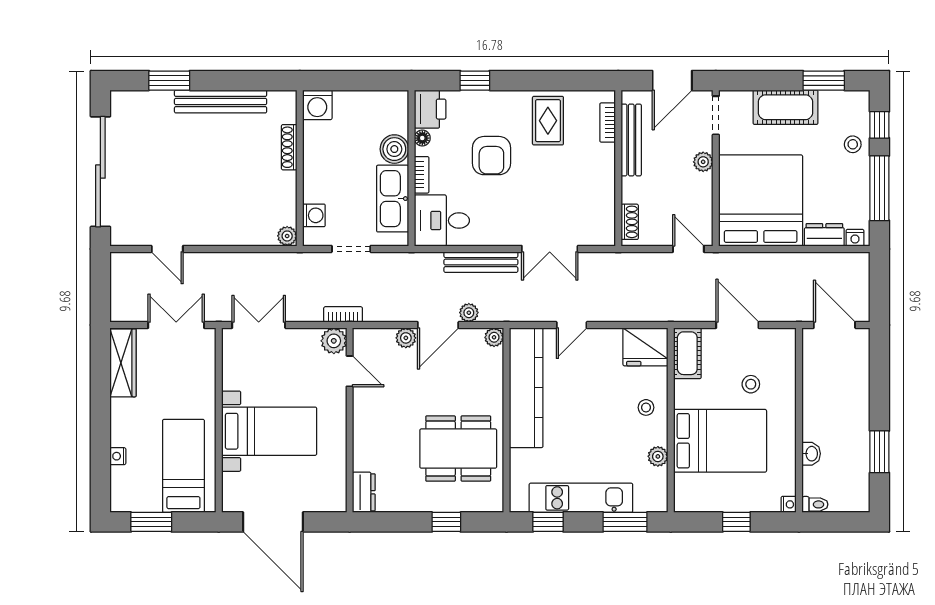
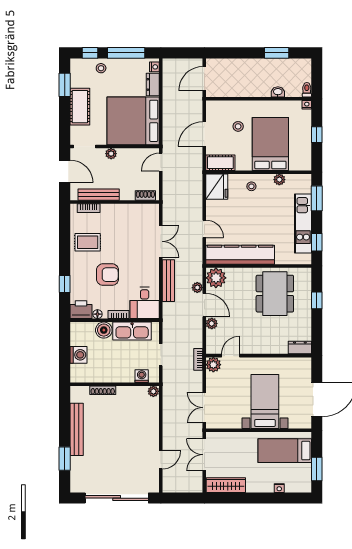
washing machine: (317, 105) -> (78, 355), moved
plant: (494, 337) -> (216, 278), width x1.88, depth x1.88

